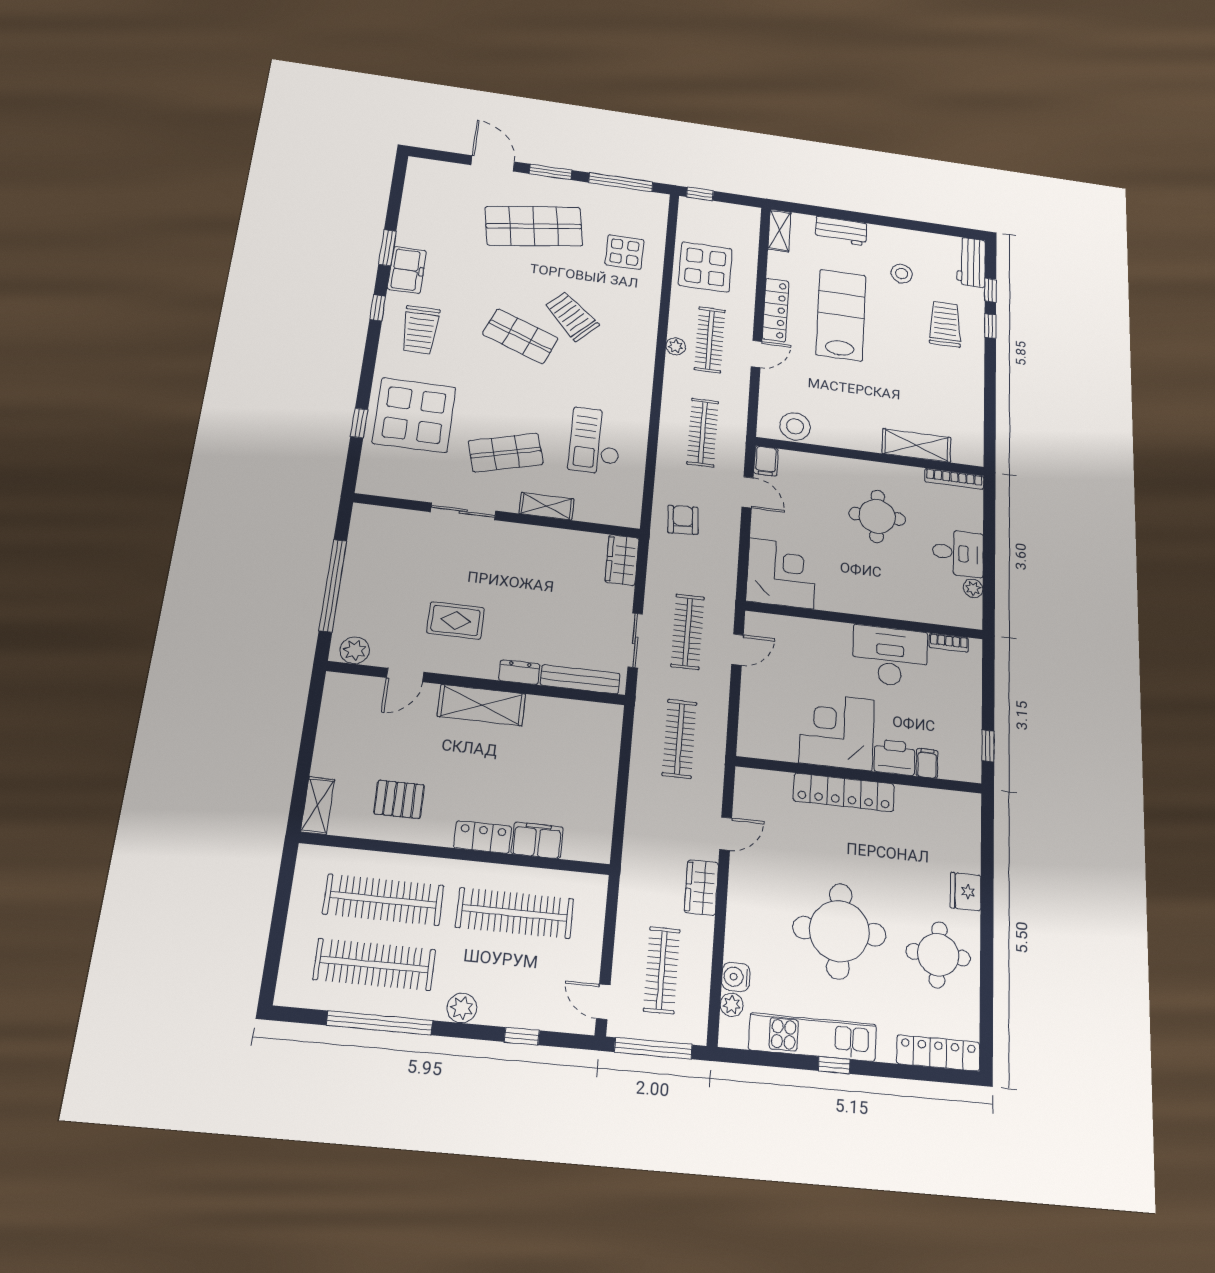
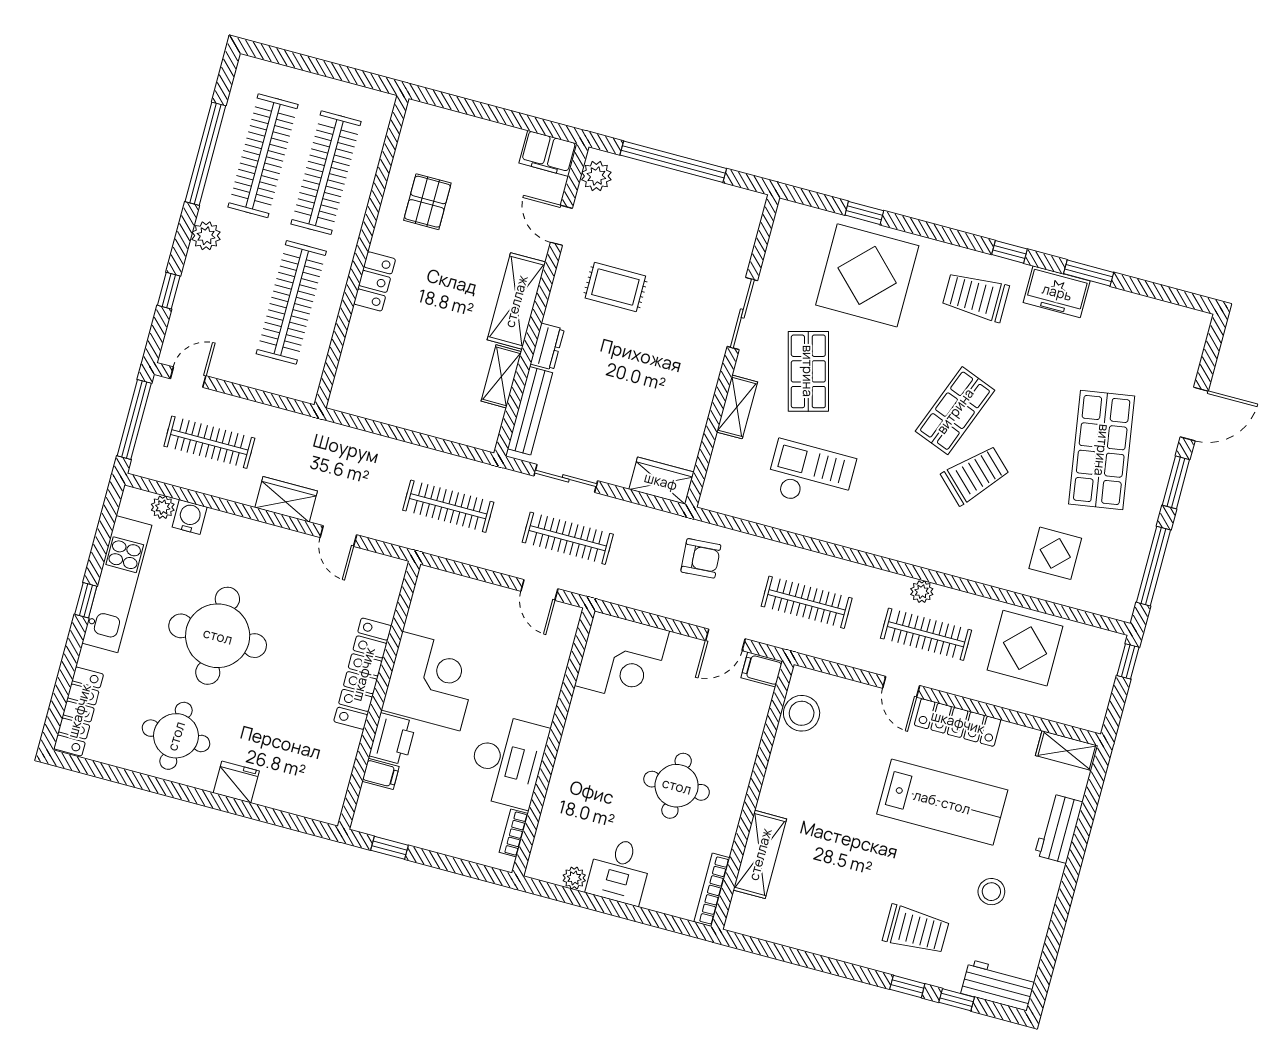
rug: (456, 620) -> (615, 287), turned 90
shelving: (318, 806) -> (501, 376), moved, turned 90
filing cabinet: (537, 840) -> (548, 153), moved, turned 90

